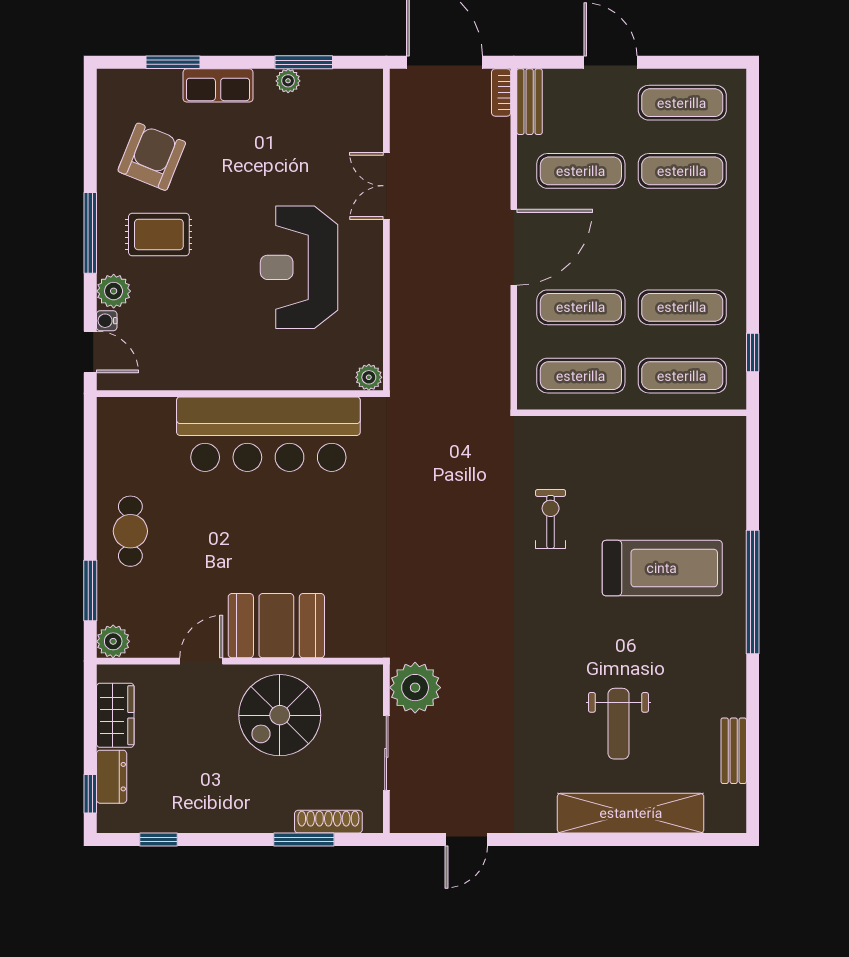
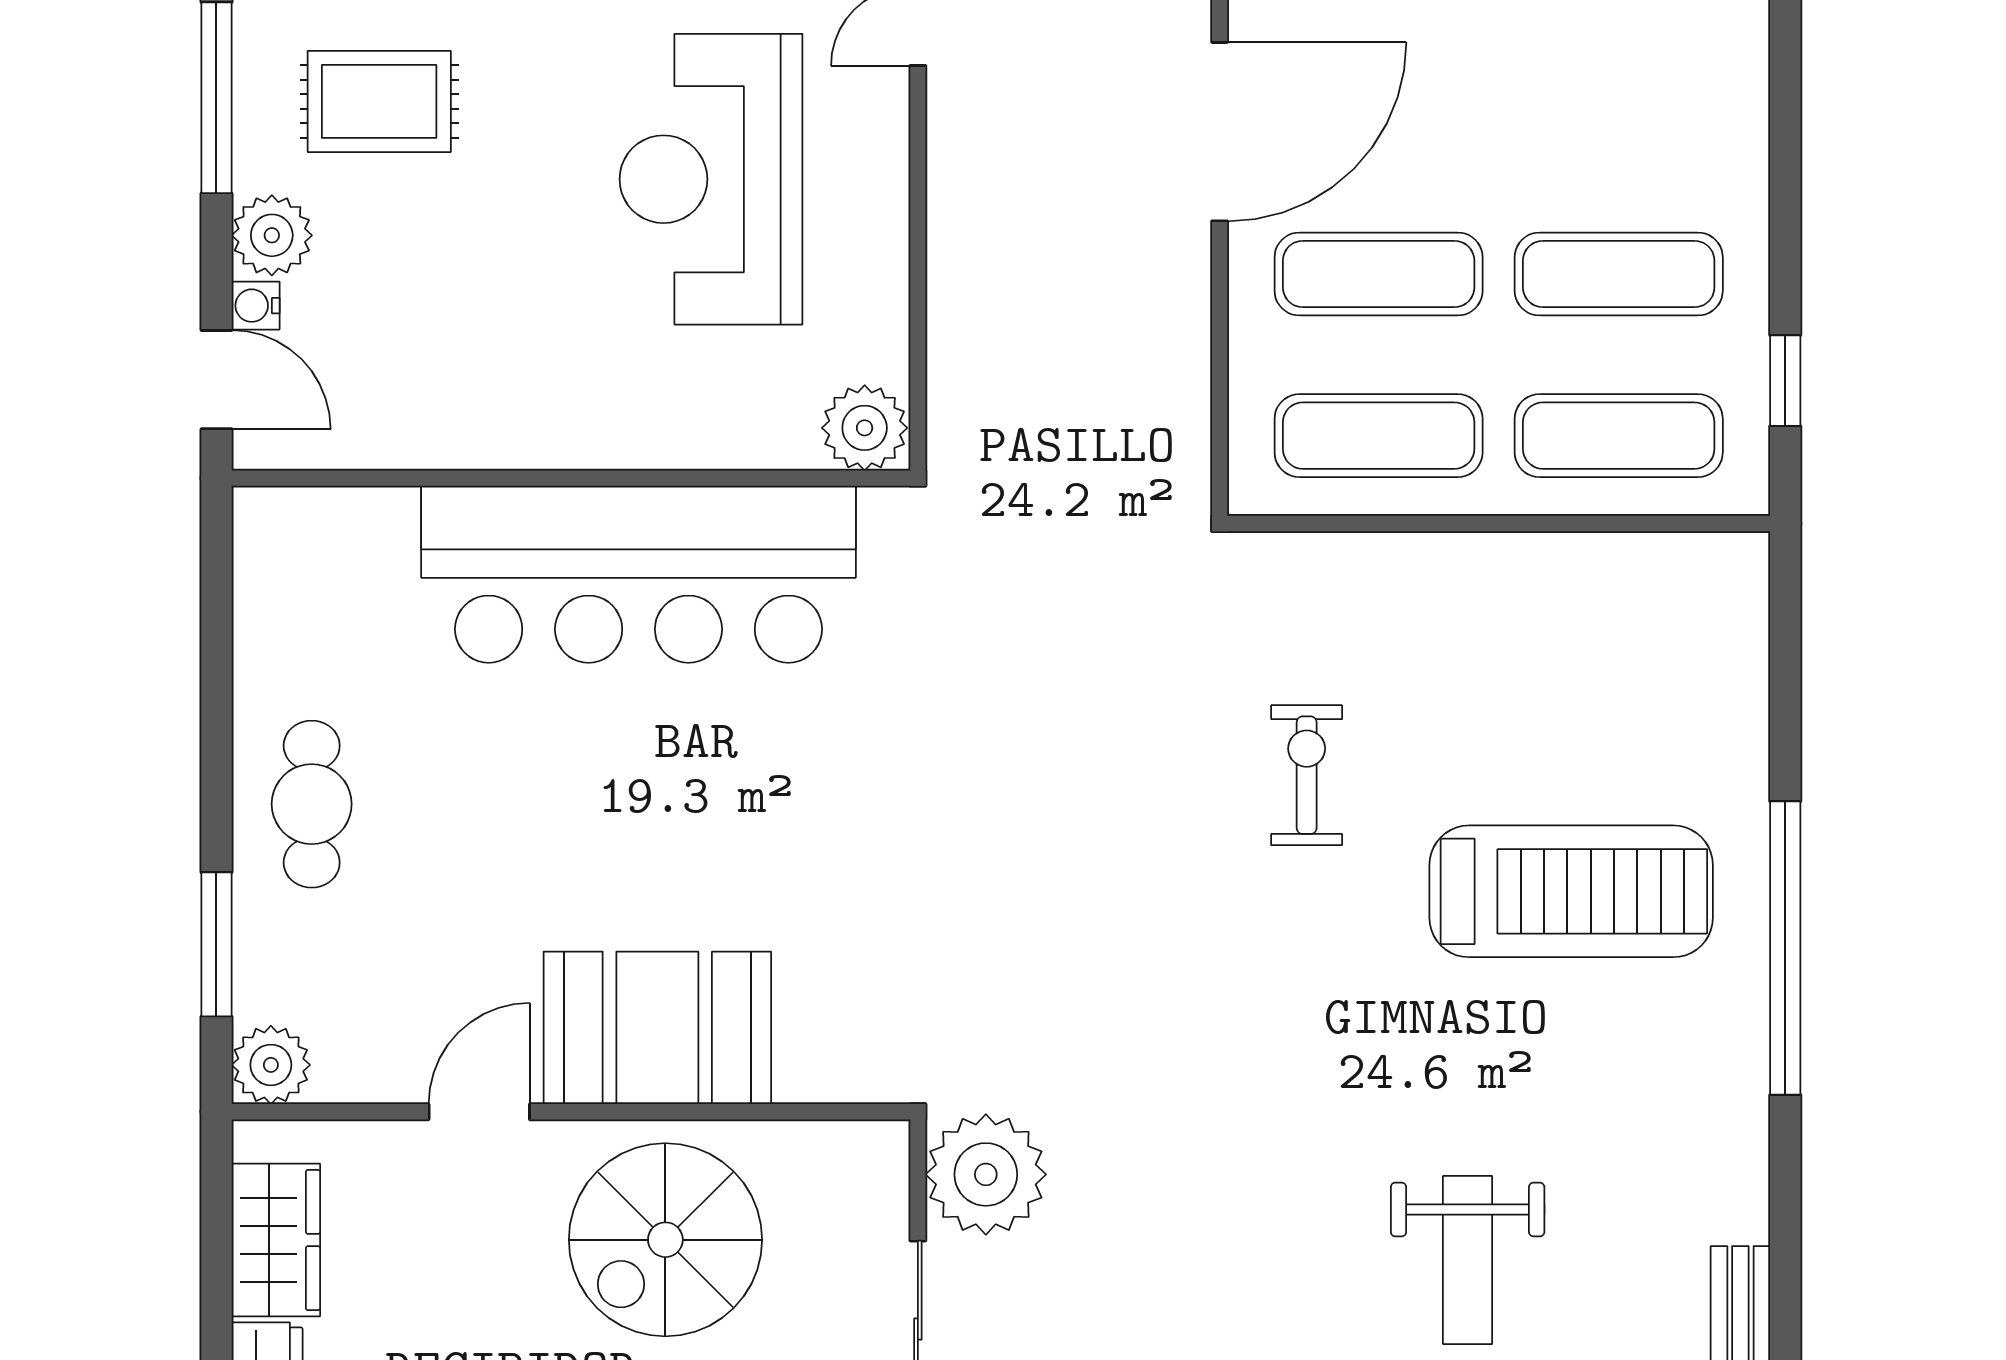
plant: (369, 377) -> (865, 428), width x1.38, depth x1.38

